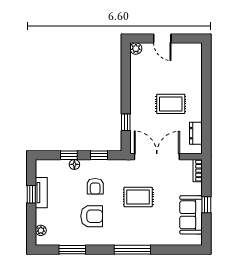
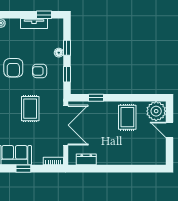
door: (162, 38) -> (169, 130), hinge flipped
plant: (136, 49) -> (156, 111), width x1.88, depth x1.88
rug: (171, 104) -> (127, 117), moved
window: (31, 194) -> (44, 15), moved

